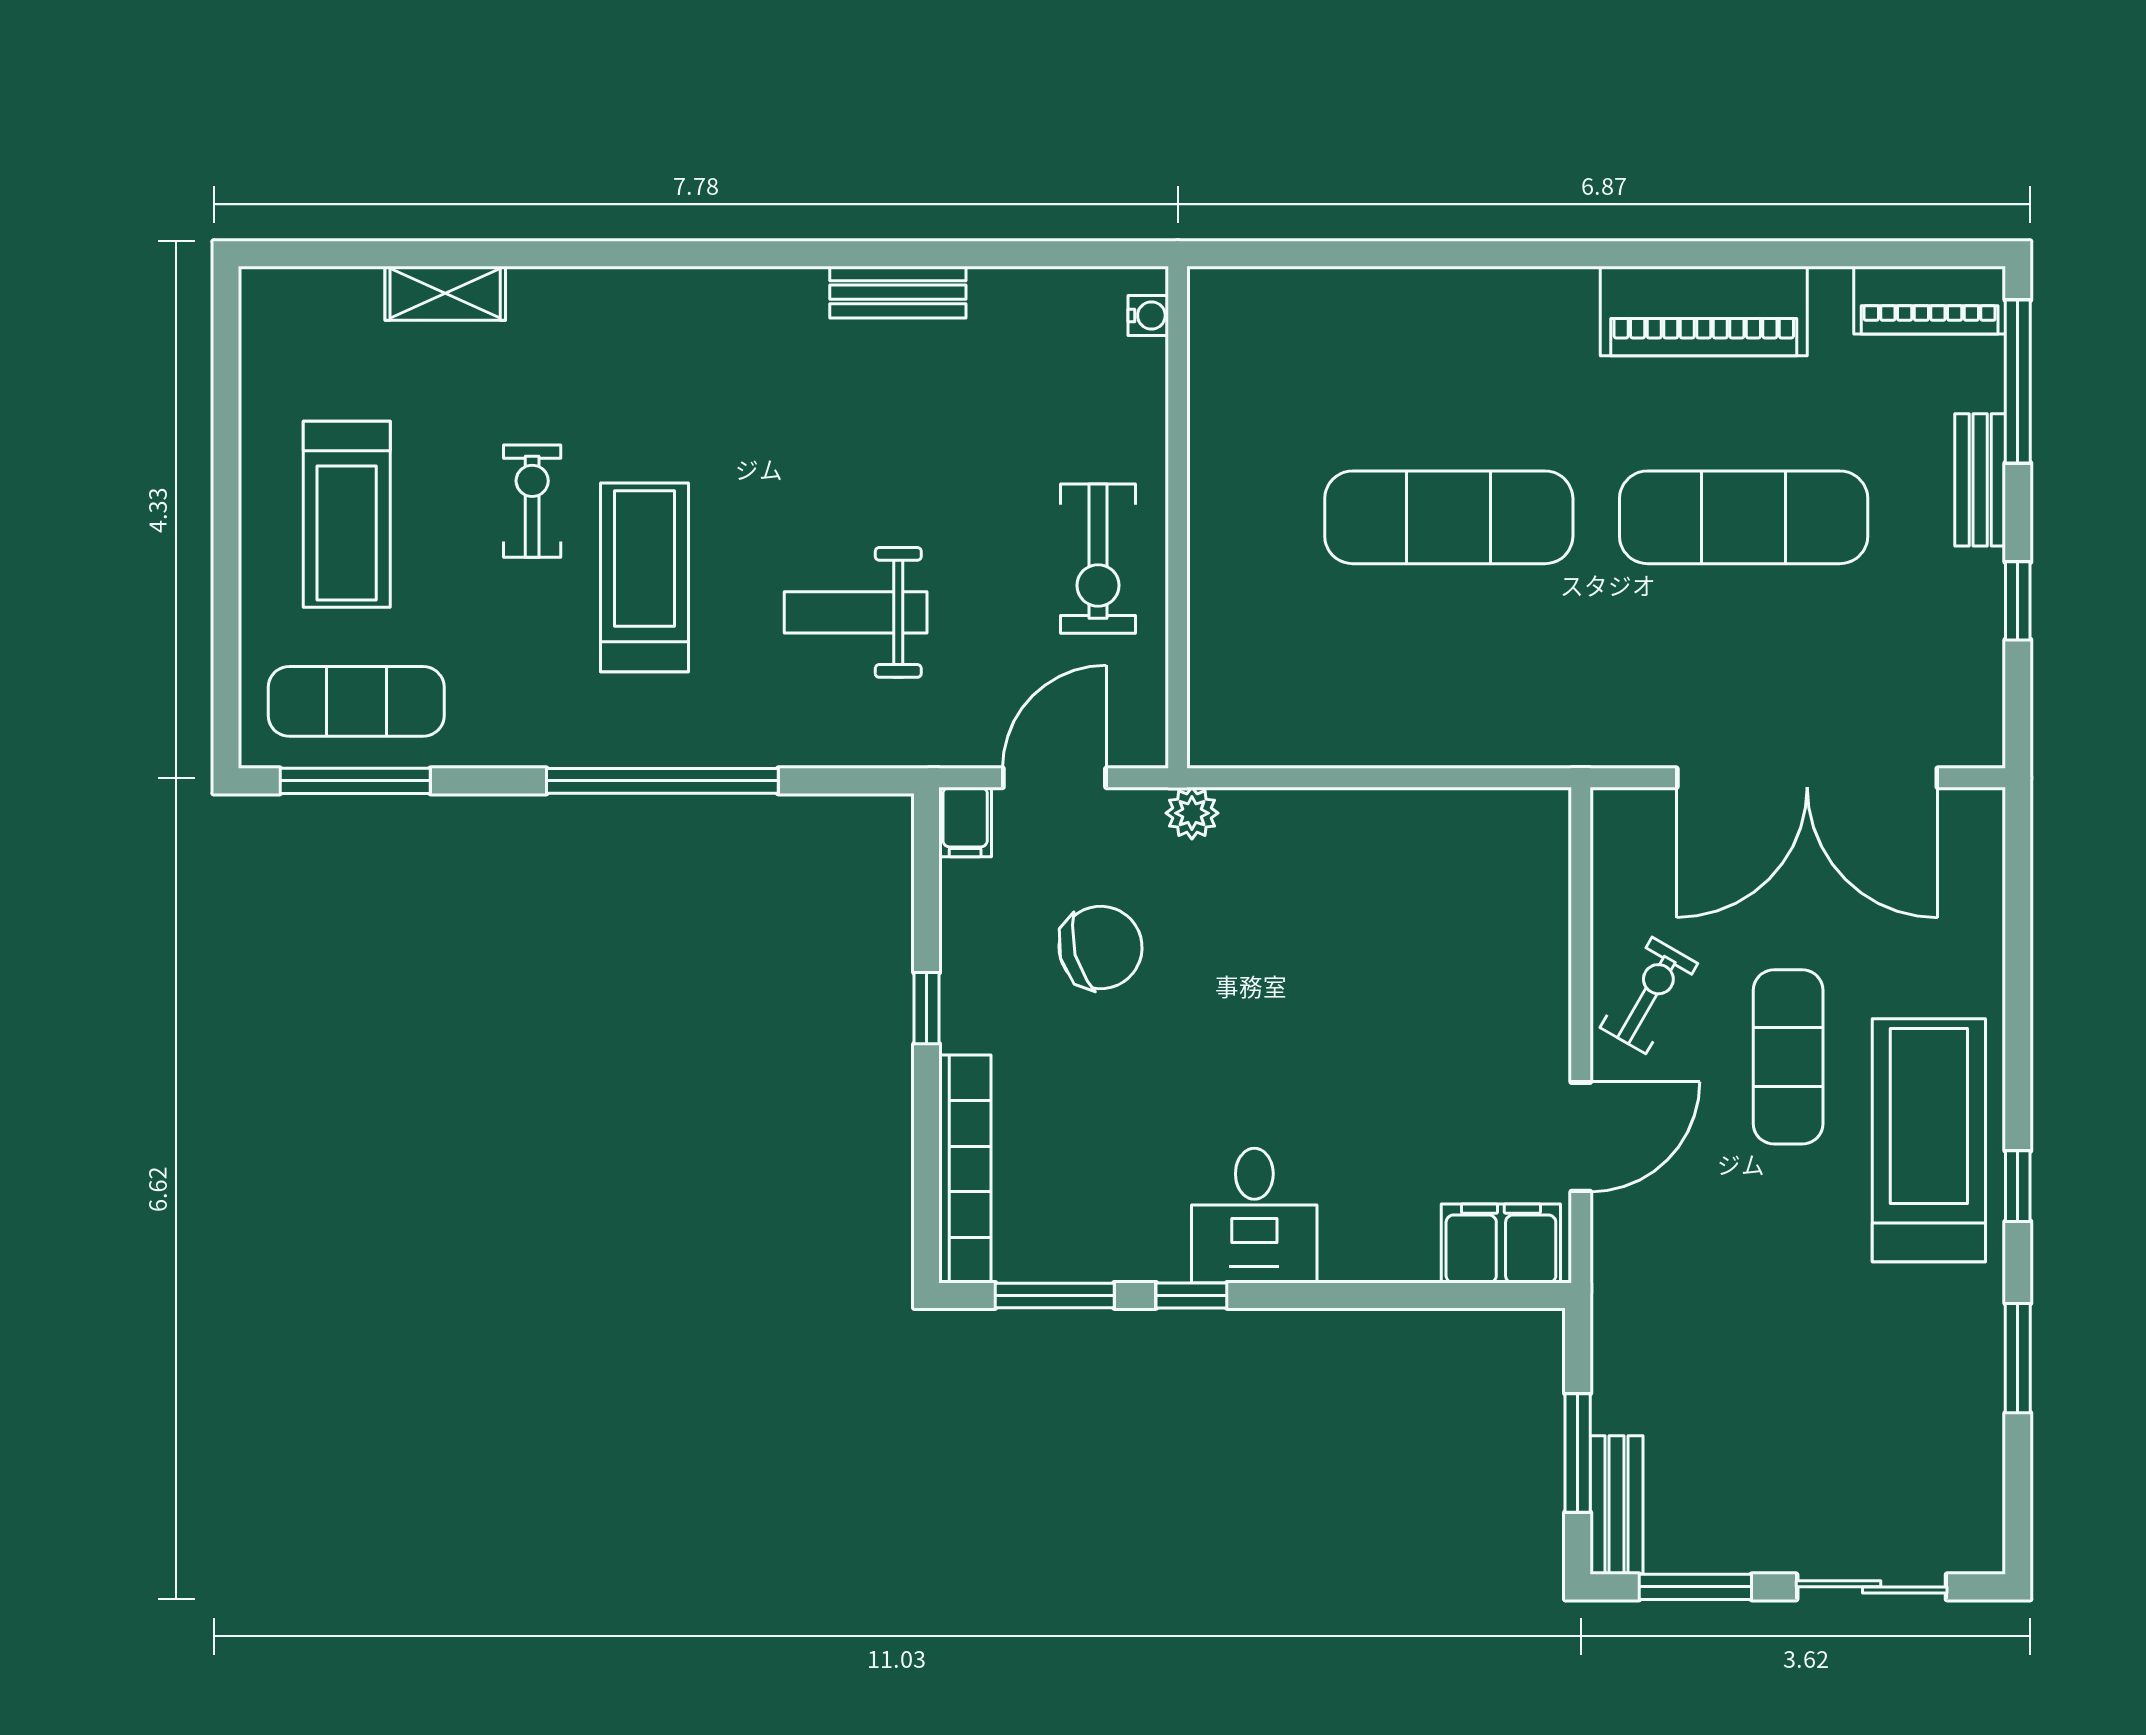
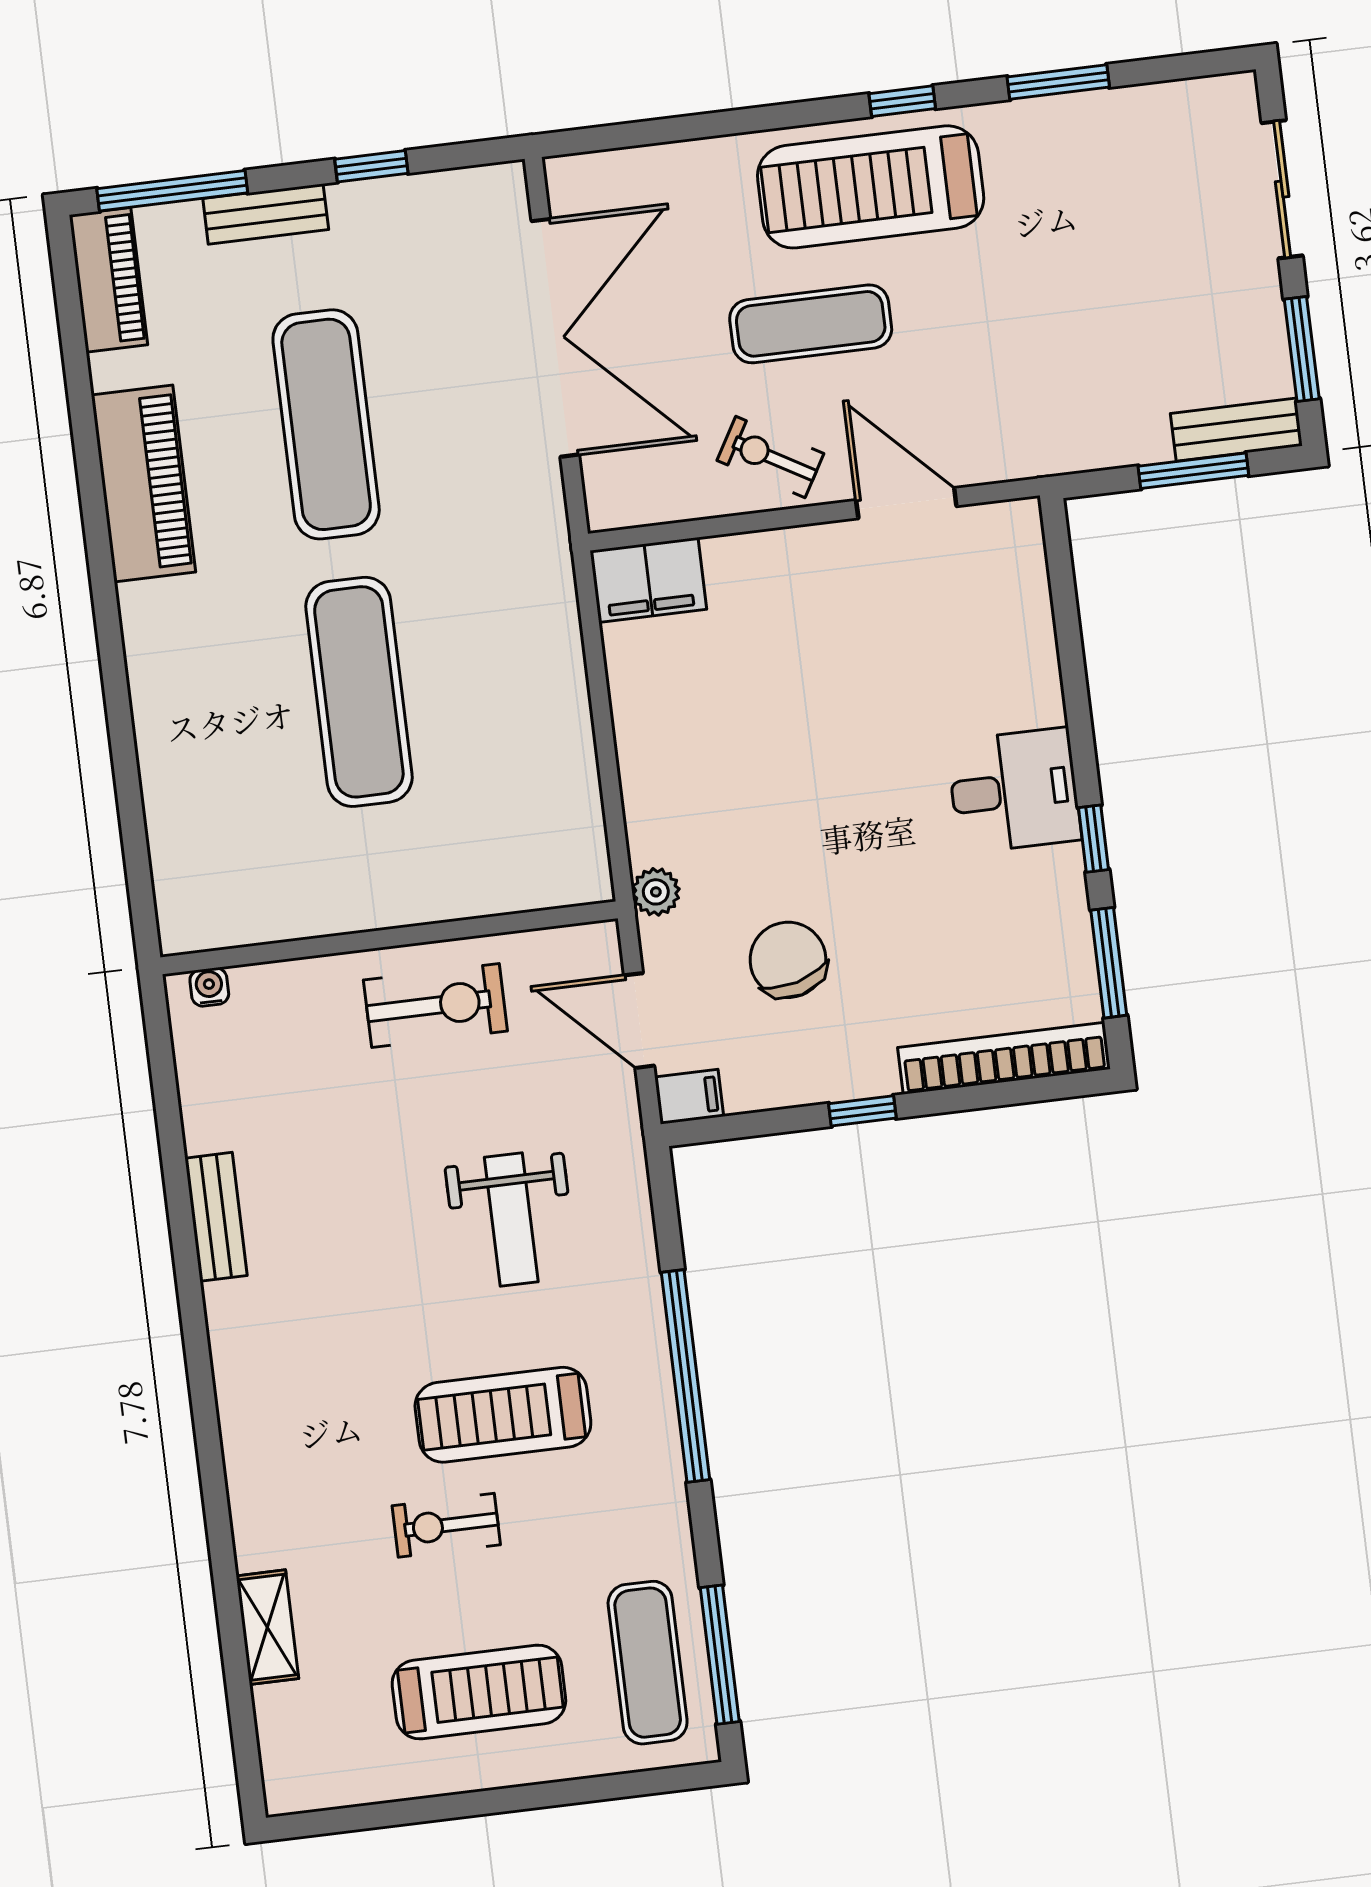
filing cabinet: (1501, 1243) -> (648, 580), moved, turned -90

